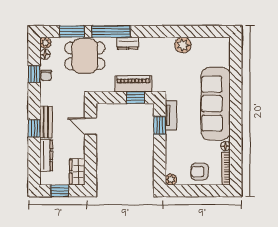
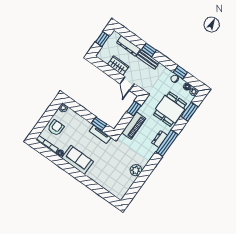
window: (111, 31) -> (167, 143), moved
window: (136, 98) -> (134, 109), moved
sofa: (216, 104) -> (77, 160), width x0.54, depth x0.79
door: (91, 126) -> (127, 84), swing flipped
wardrobe: (77, 172) -> (118, 66), moved

